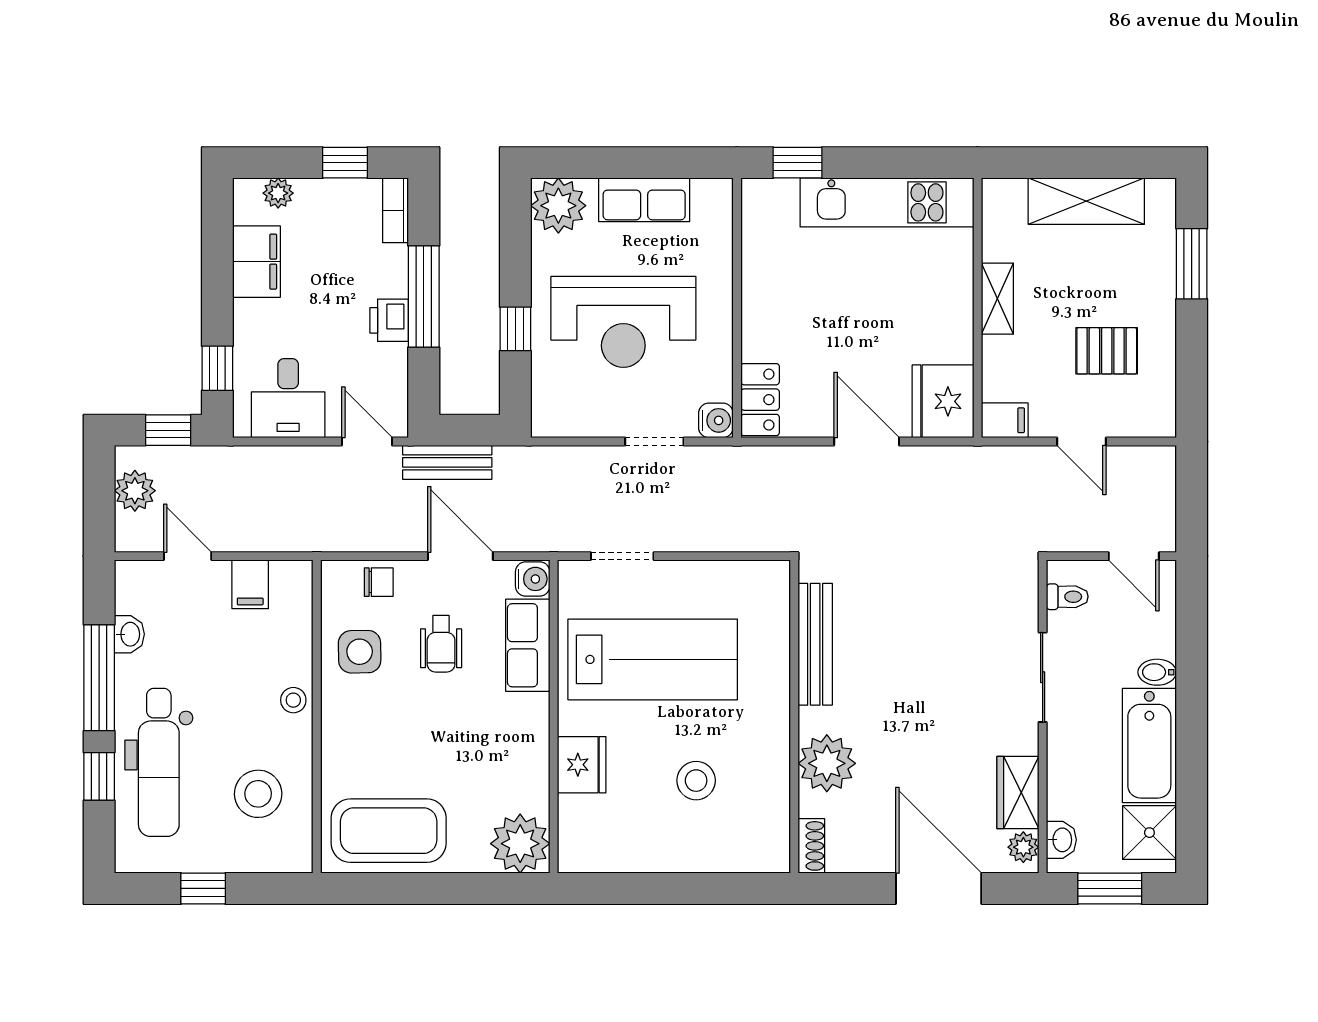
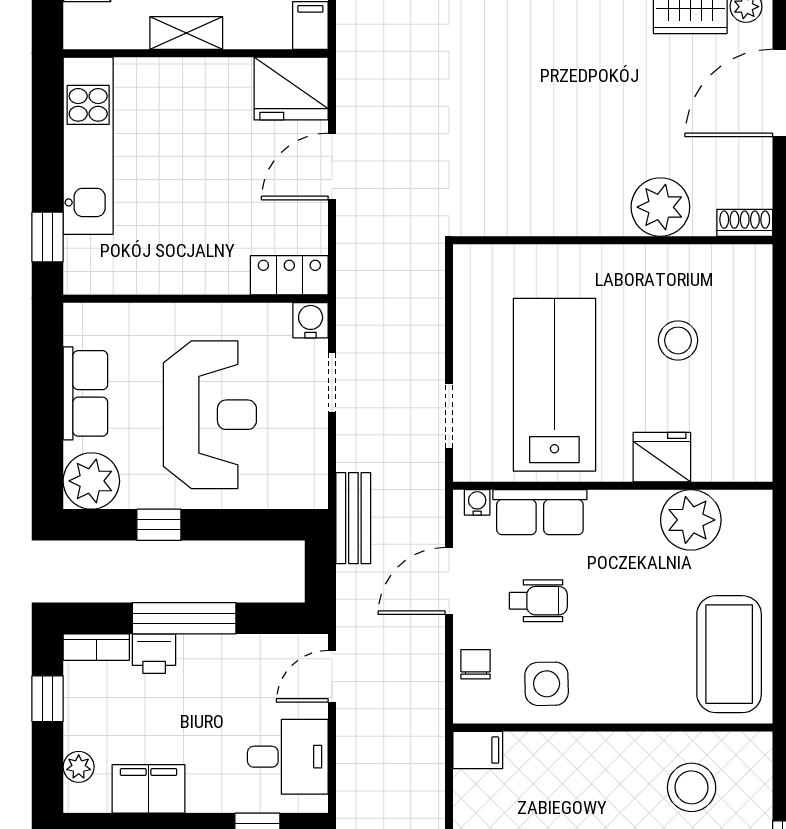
printer: (389, 320) -> (154, 654), moved
window: (515, 329) -> (159, 525), moved
bench: (447, 462) -> (353, 518), moved
water cooler: (533, 579) -> (477, 502), width x0.72, depth x0.72
filing cabinet: (250, 584) -> (478, 750), moved
bench: (815, 644) -> (539, 219), removed
stool: (293, 700) -> (596, 751), removed
plant: (520, 844) -> (691, 520), moved

